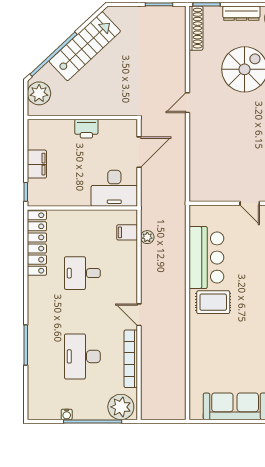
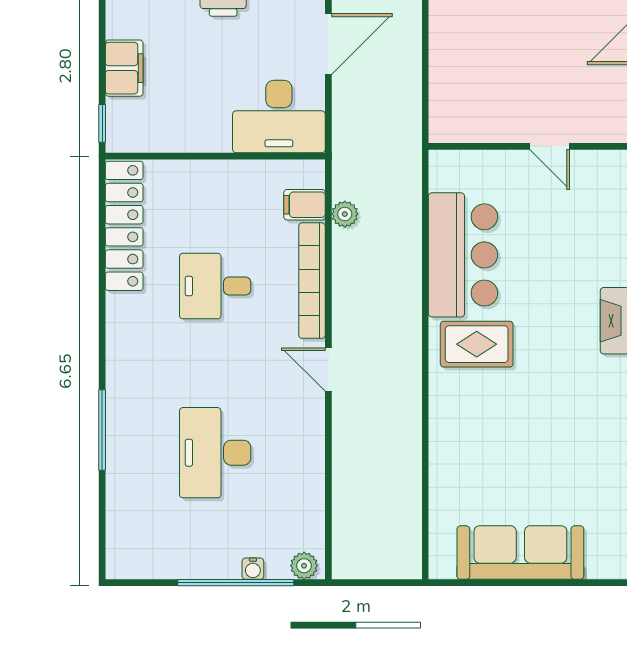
bookcase: (131, 359) -> (312, 281), moved
plant: (121, 407) -> (304, 566), width x0.53, depth x0.53
water cooler: (67, 414) -> (253, 569), moved

